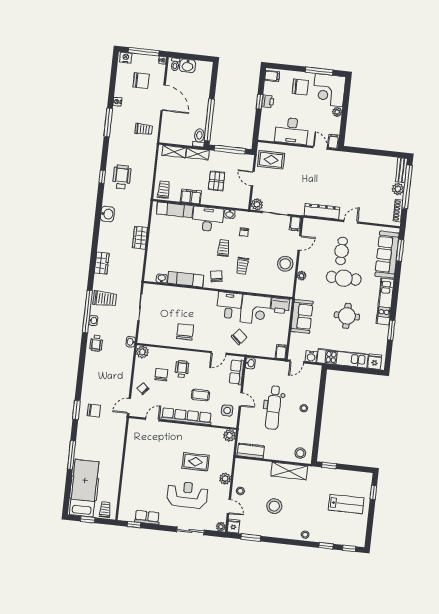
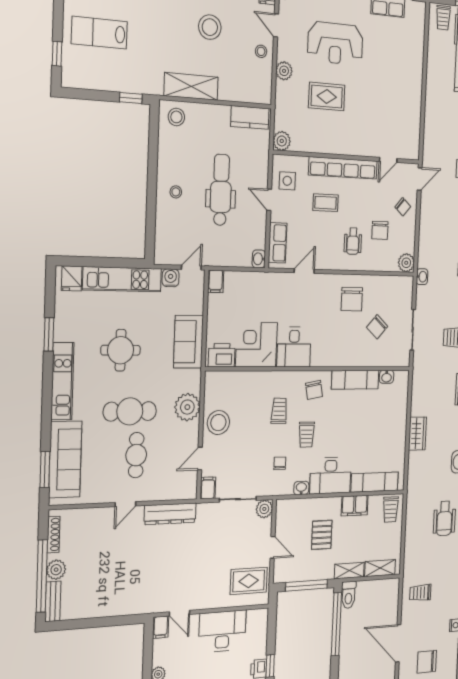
plant: (302, 276) -> (187, 407), width x1.88, depth x1.88
chair: (239, 337) -> (377, 327), moved

